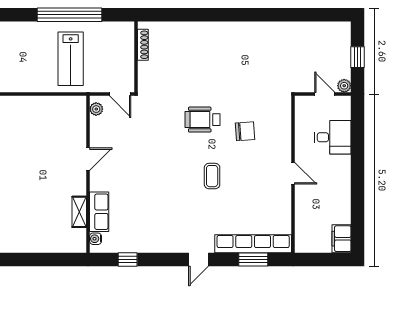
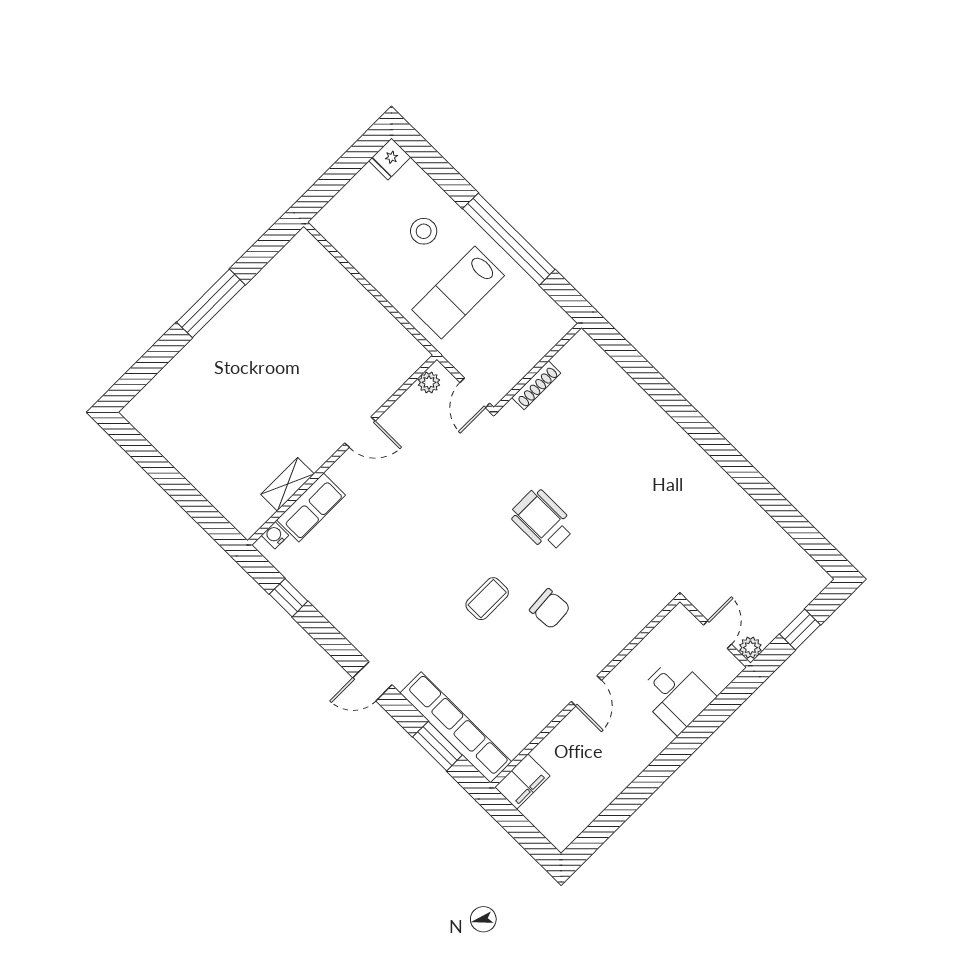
shoe rack: (143, 45) -> (536, 385), moved
stool: (30, 47) -> (424, 231), added
chair: (245, 131) -> (550, 609), moved
filing cabinet: (341, 239) -> (522, 782), moved, turned 180

